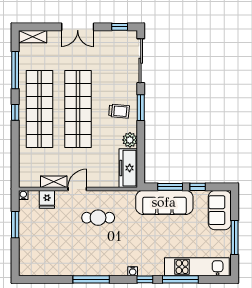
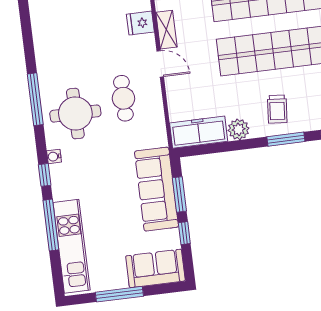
round table: (105, 253) -> (75, 114), added

